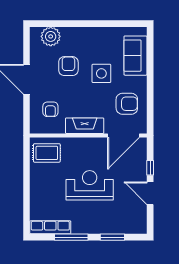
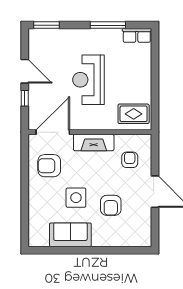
plant: (51, 36) -> (130, 237), removed
sofa: (135, 56) -> (70, 235), moved, turned -90
reception desk: (90, 185) -> (88, 80), turned 90
row of seats: (50, 227) -> (137, 35), width x0.68
window: (112, 237) -> (47, 25), moved

